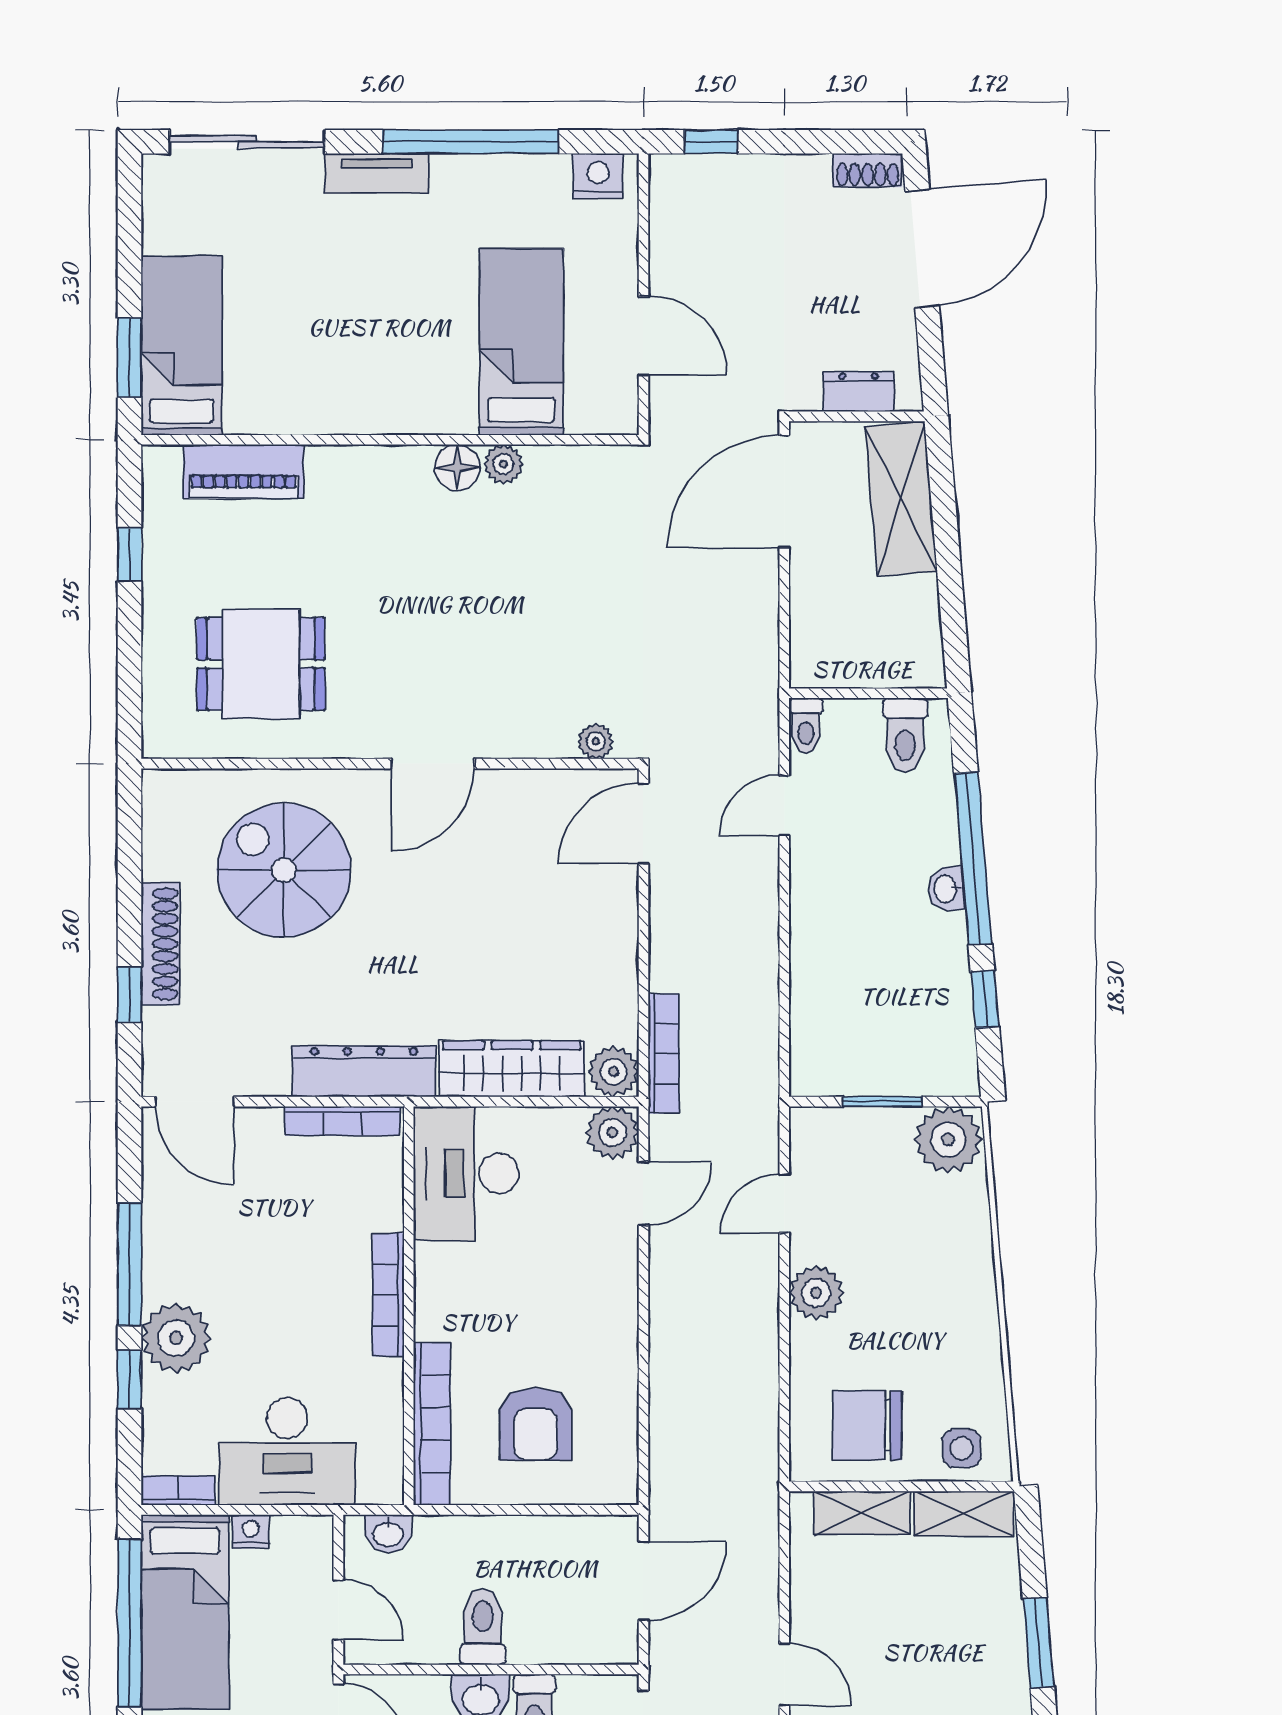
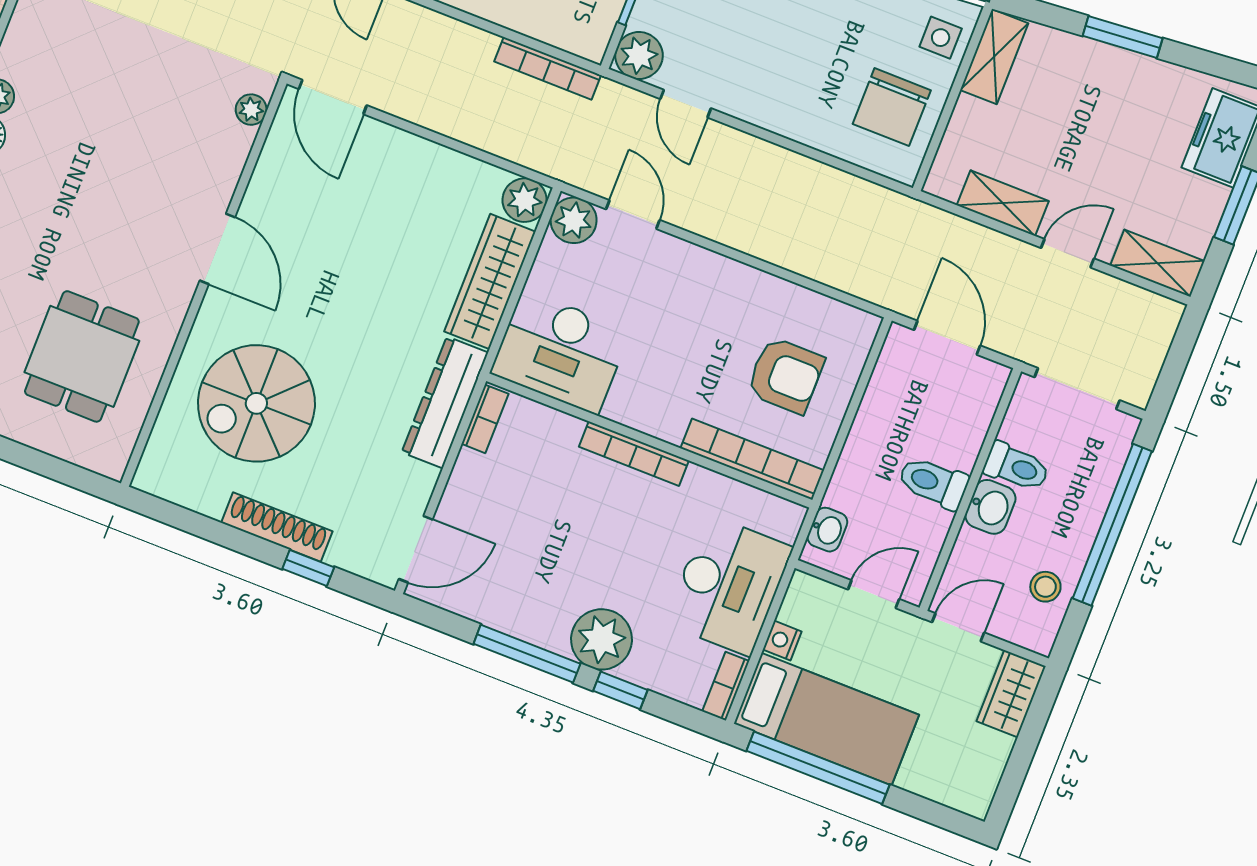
bookcase: (664, 1054) -> (548, 68), moved, turned 180
bookcase: (342, 1121) -> (485, 419), width x0.64
plant: (816, 1293) -> (639, 56), moved
shelving: (862, 1513) -> (1003, 203), moved, turned 90

